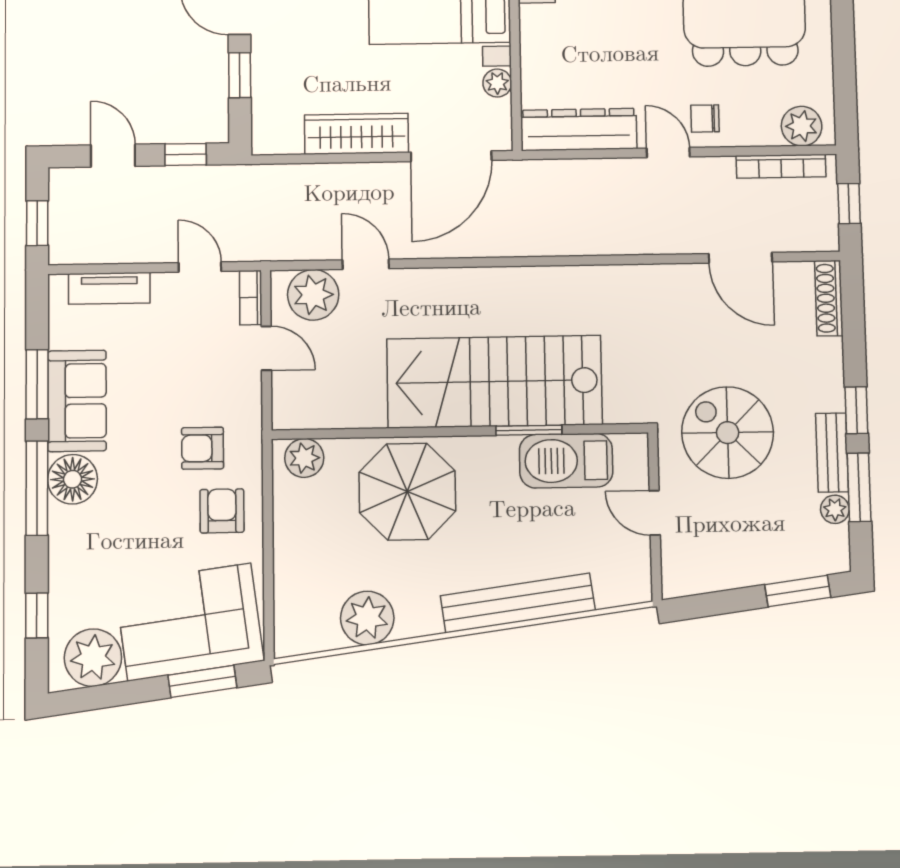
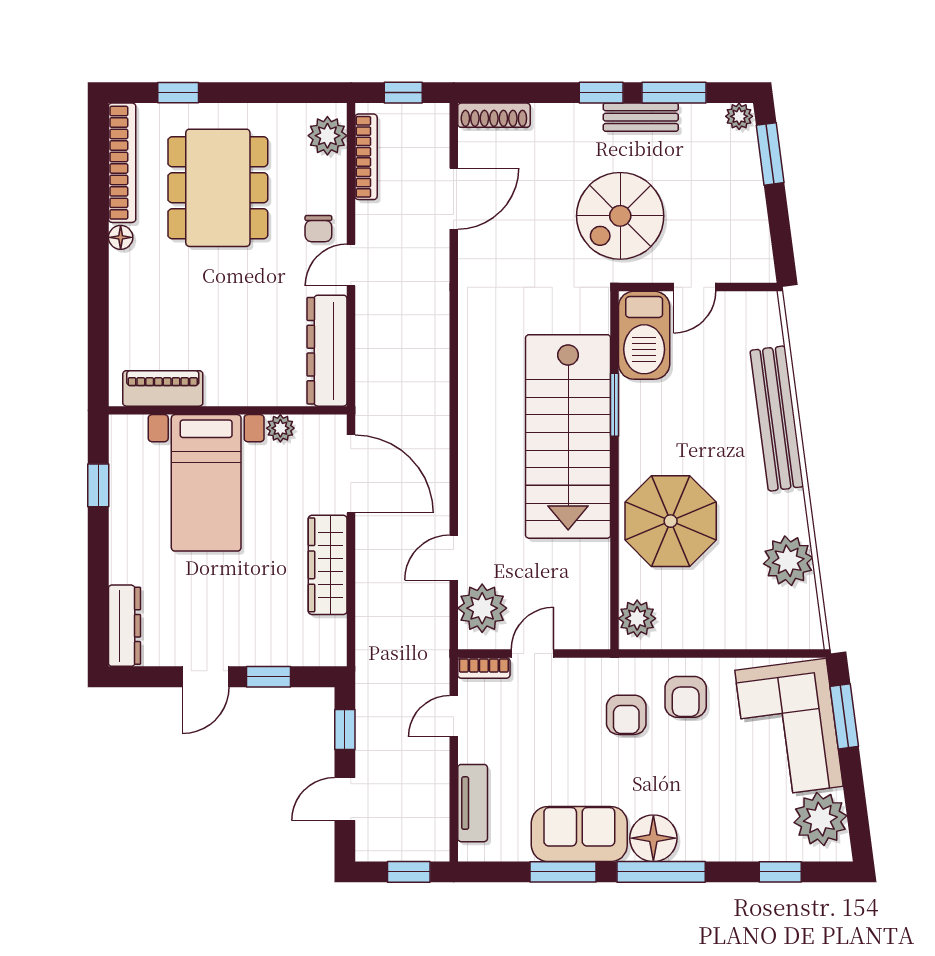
barbecue: (566, 461) -> (644, 335), moved
plant: (835, 509) -> (739, 116), moved
armchair: (222, 511) -> (686, 697), turned -90

